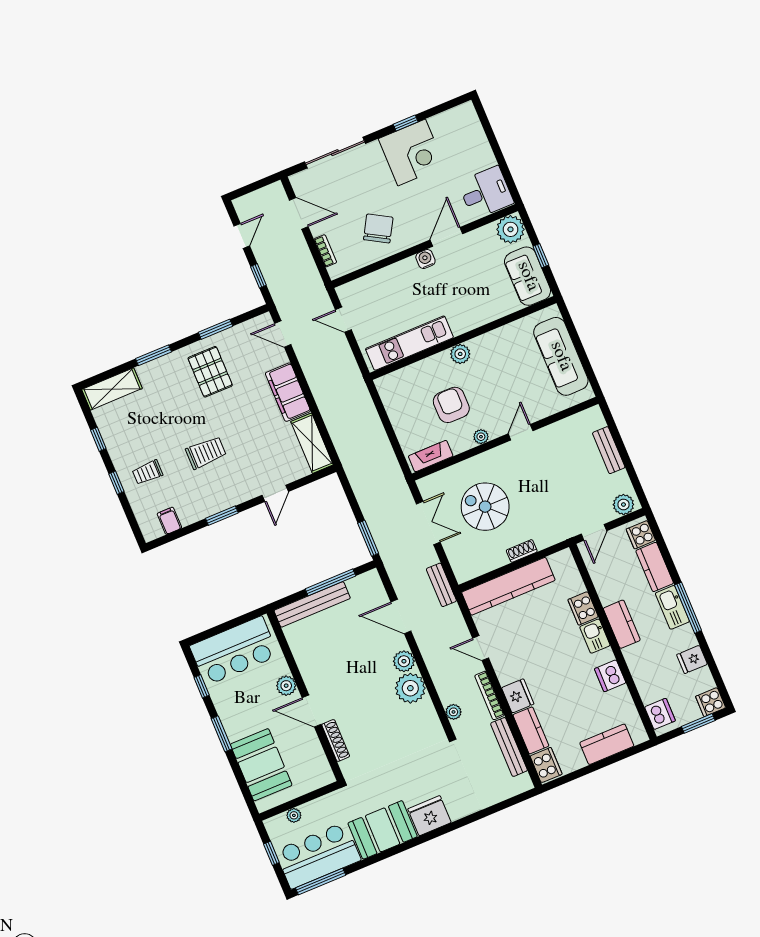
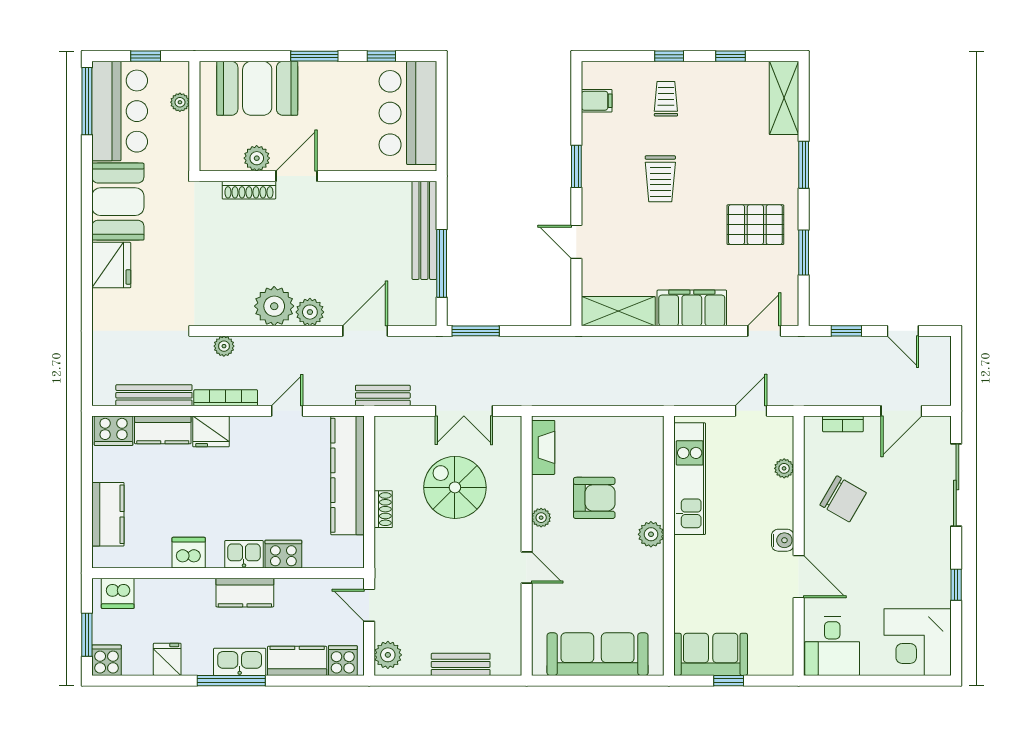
corner desk: (412, 153) -> (918, 642), moved
plant: (510, 229) -> (784, 468), moved, width x0.53, depth x0.53
spiral stairs: (485, 507) -> (455, 487), turned -90
plant: (286, 686) -> (257, 158), moved

